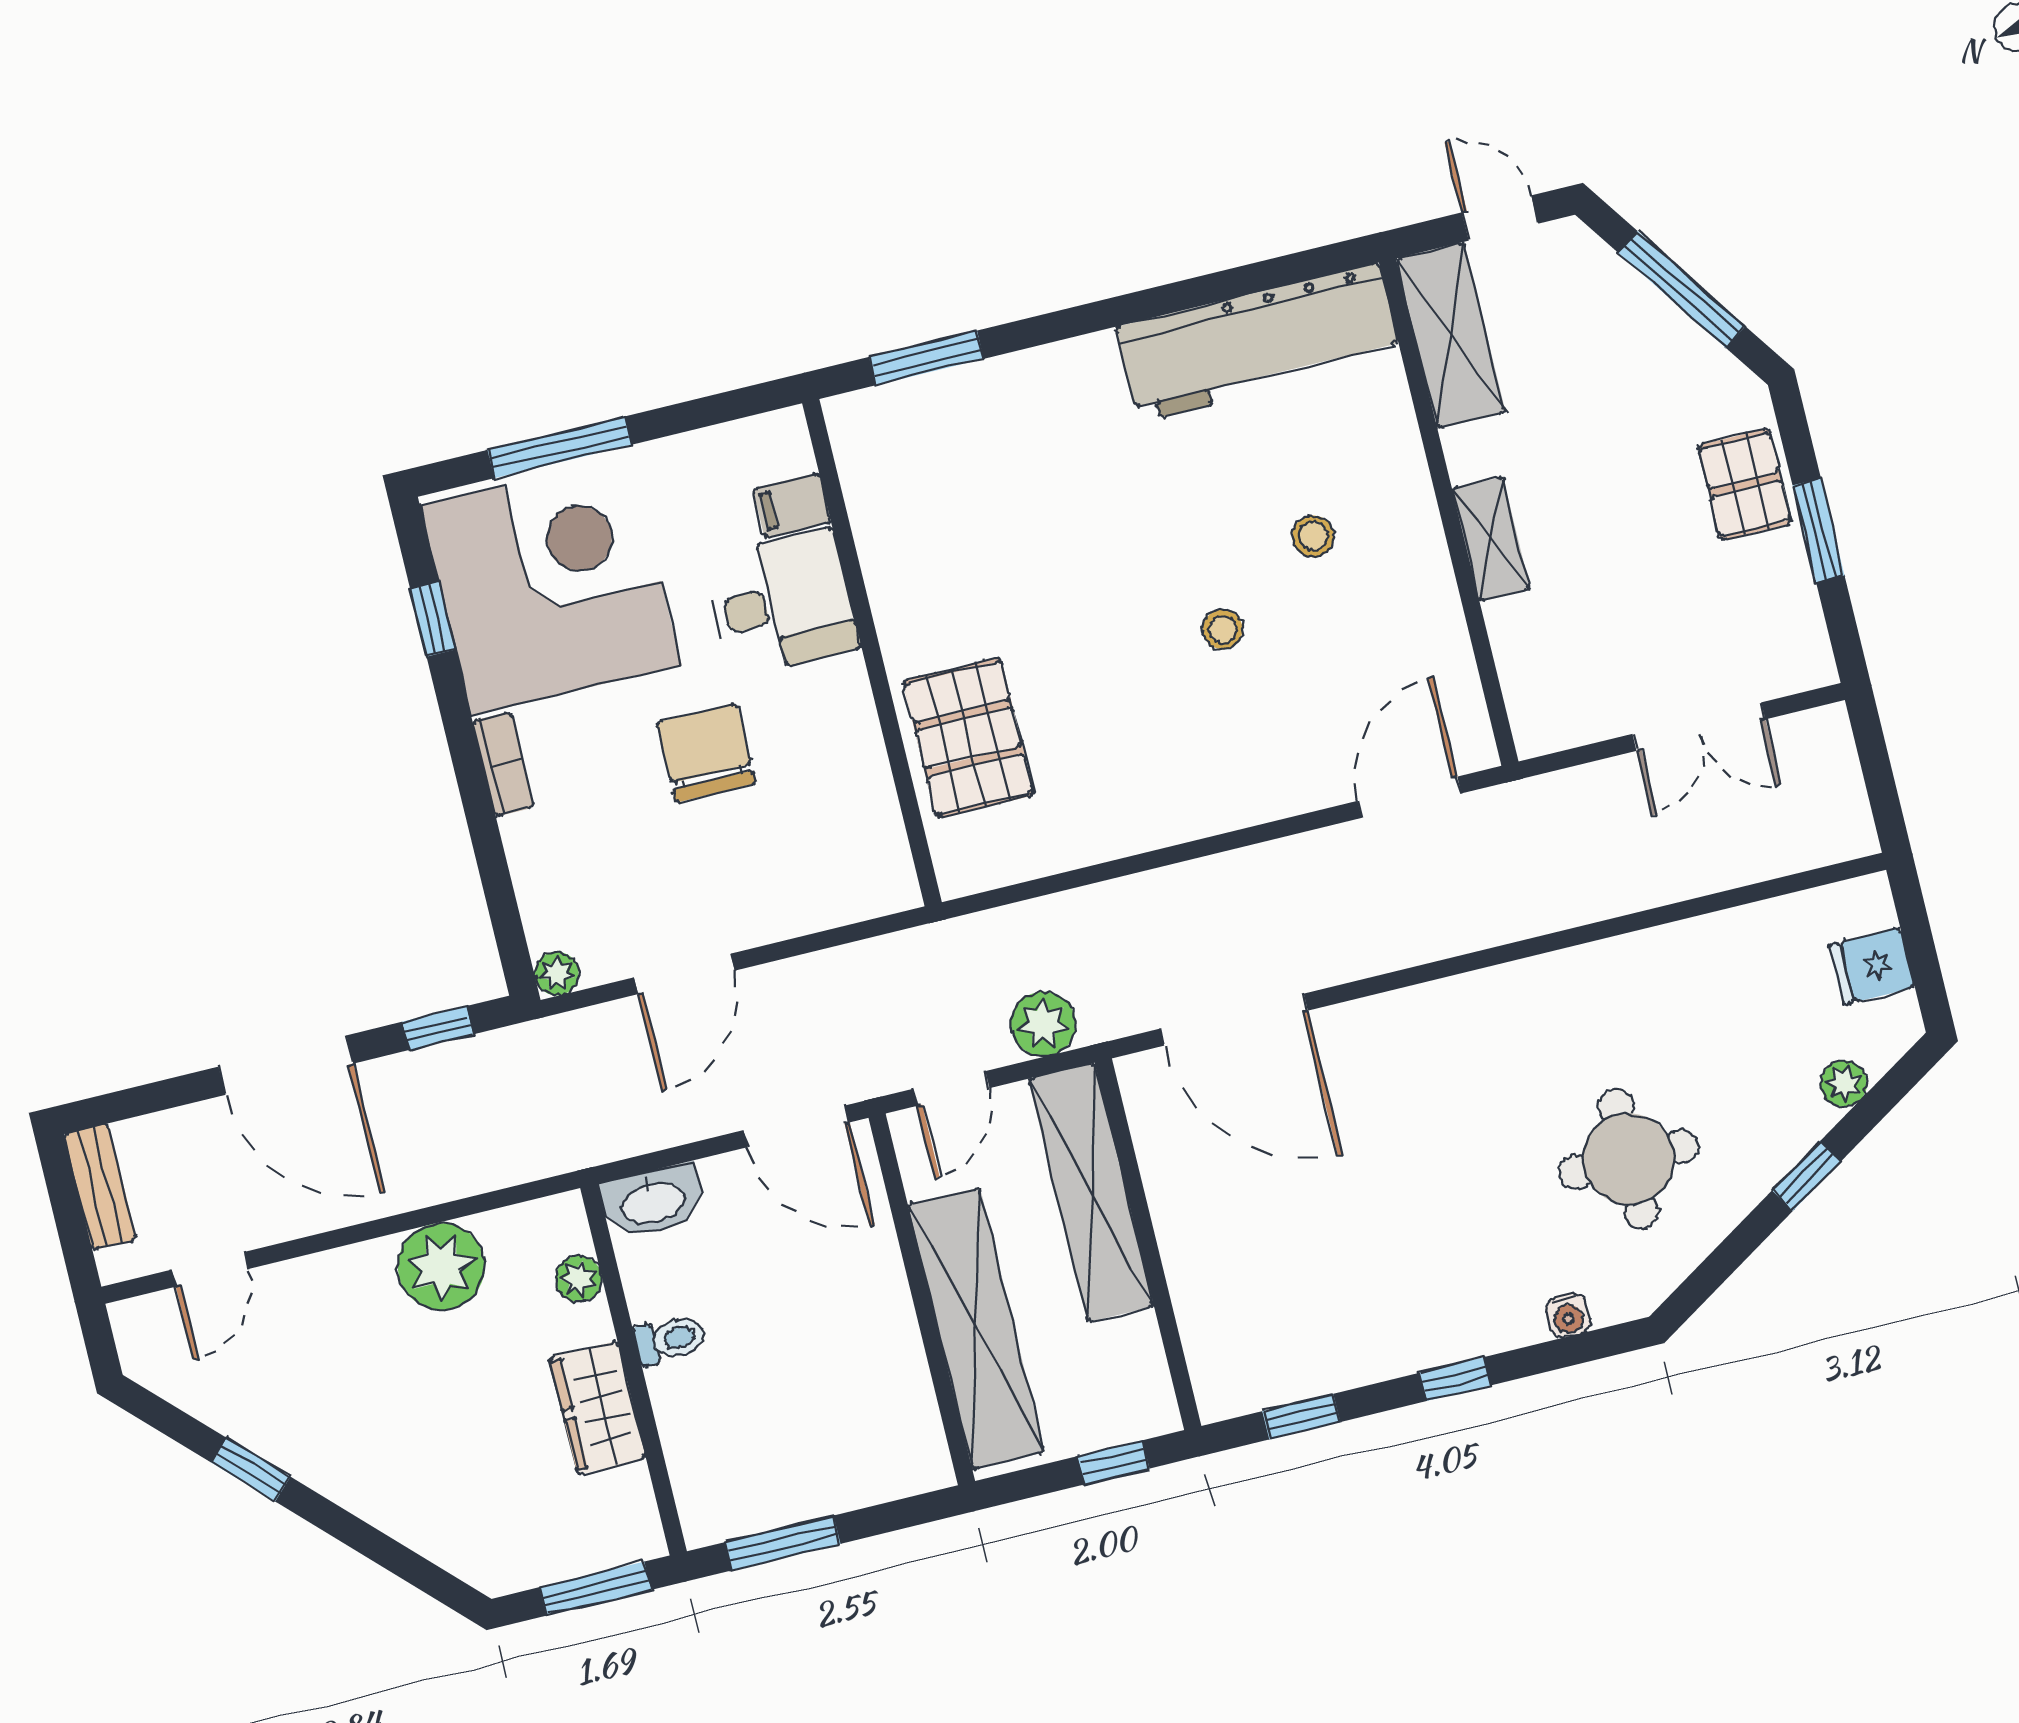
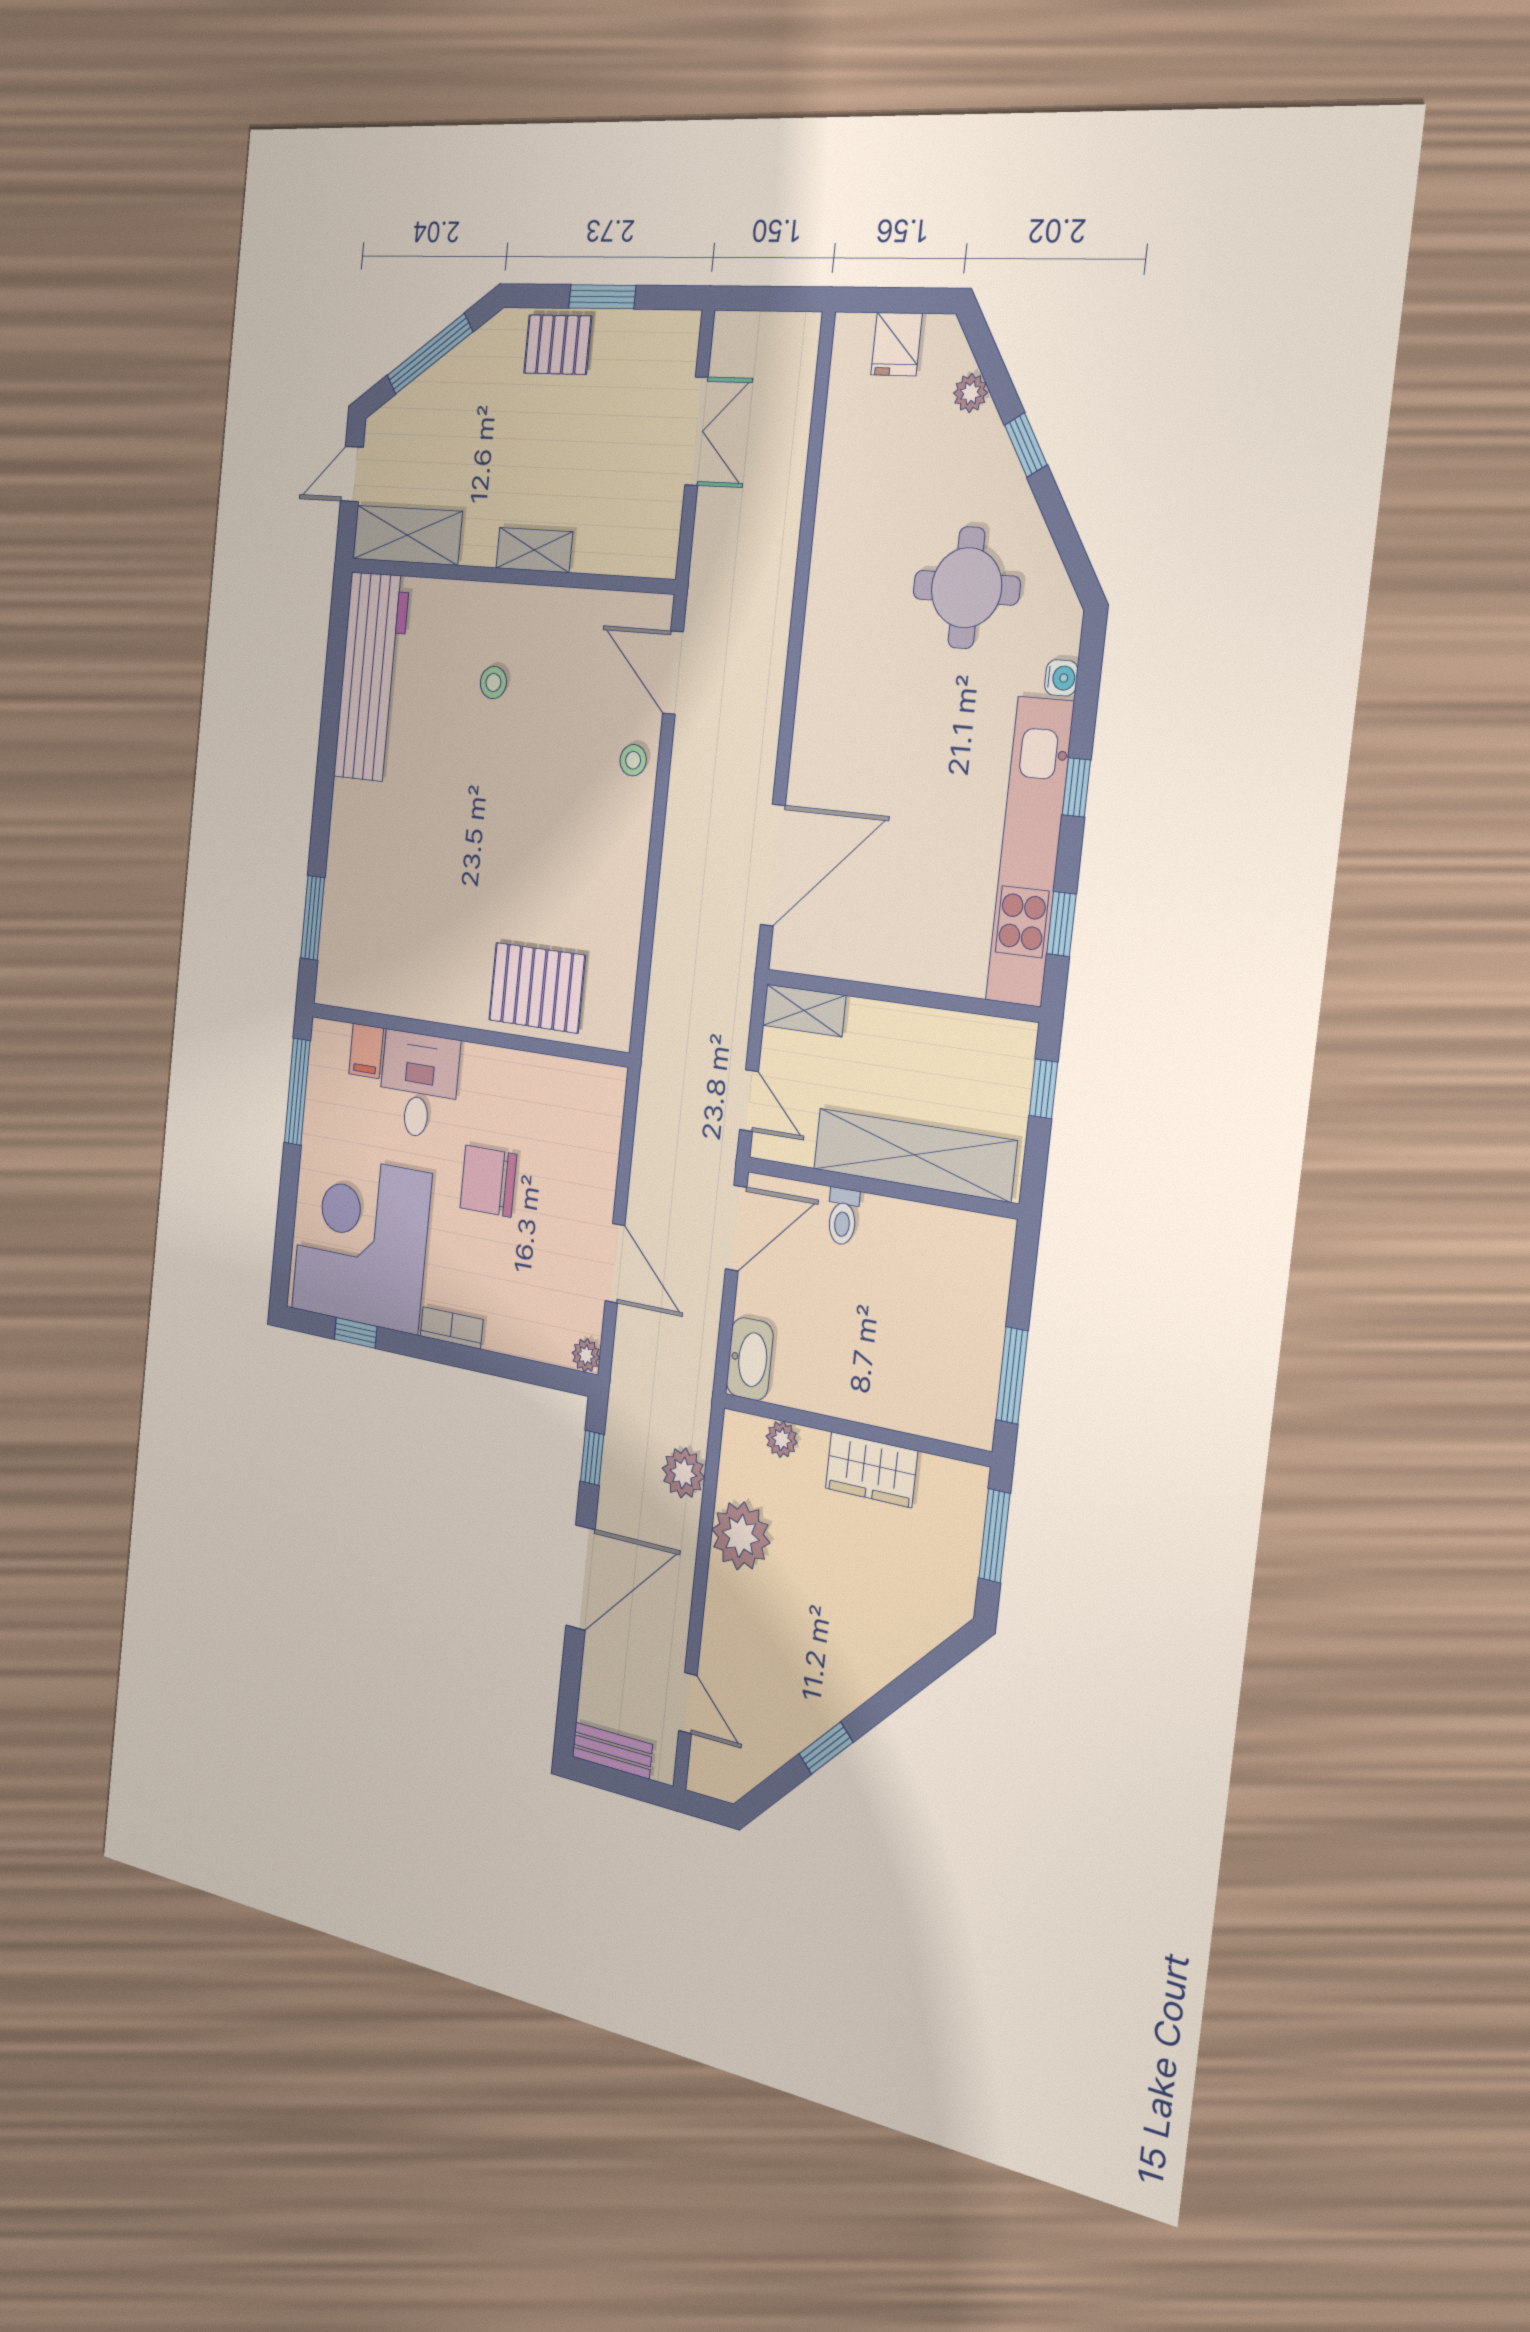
window: (560, 447) -> (297, 1092), moved
stool: (1223, 629) -> (633, 760), moved
plant: (1043, 1024) -> (683, 1473), moved
shelving: (1091, 1192) -> (804, 1010), width x0.45, depth x0.75
toilet: (670, 1339) -> (843, 1216), moved, turned 180
kitchen unit: (1366, 1348) -> (1030, 852), added

